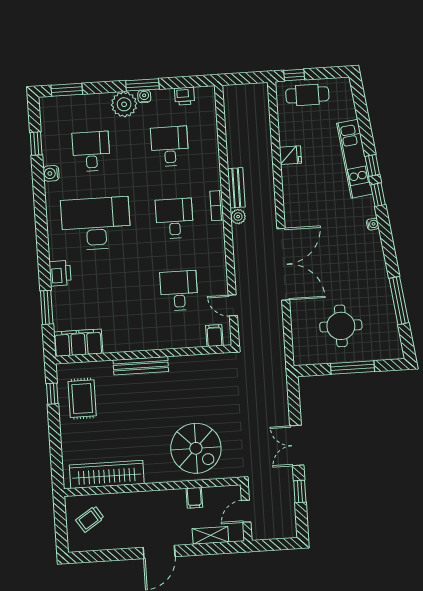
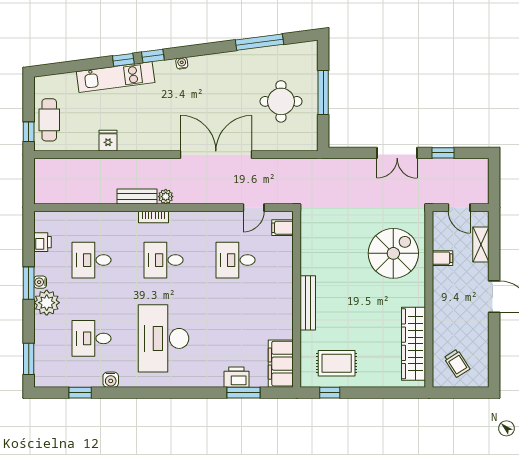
printer: (60, 273) -> (236, 377), moved

